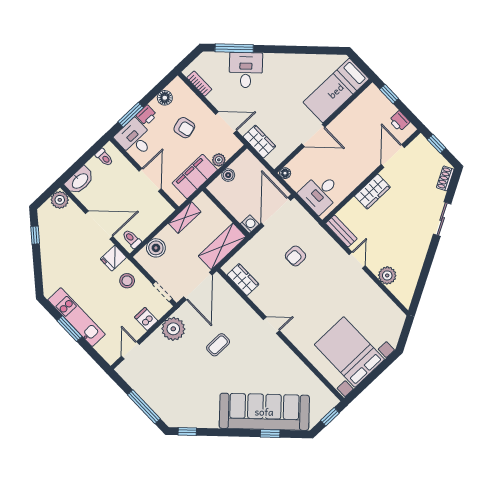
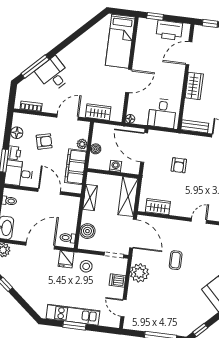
printer: (399, 121) -> (169, 30), width x1.87, depth x1.48
door: (393, 156) -> (189, 53), hinge flipped
washing machine: (250, 224) -> (115, 166), moved

